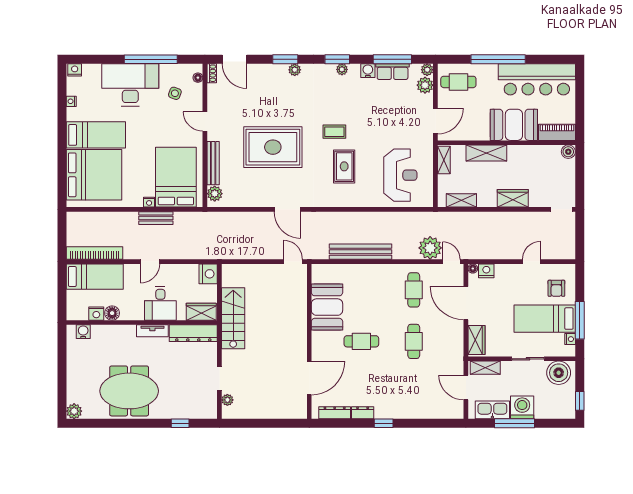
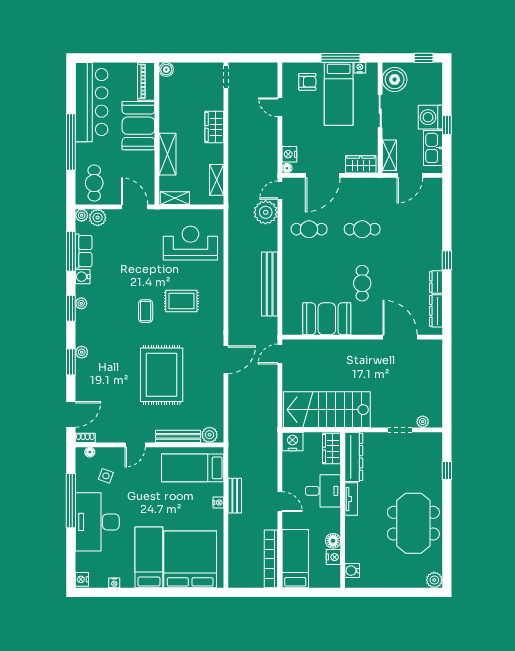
bed: (176, 177) -> (193, 468), width x0.67
stairs: (233, 318) -> (327, 410), width x1.36, depth x1.51
window: (515, 423) -> (447, 125), width x0.46

